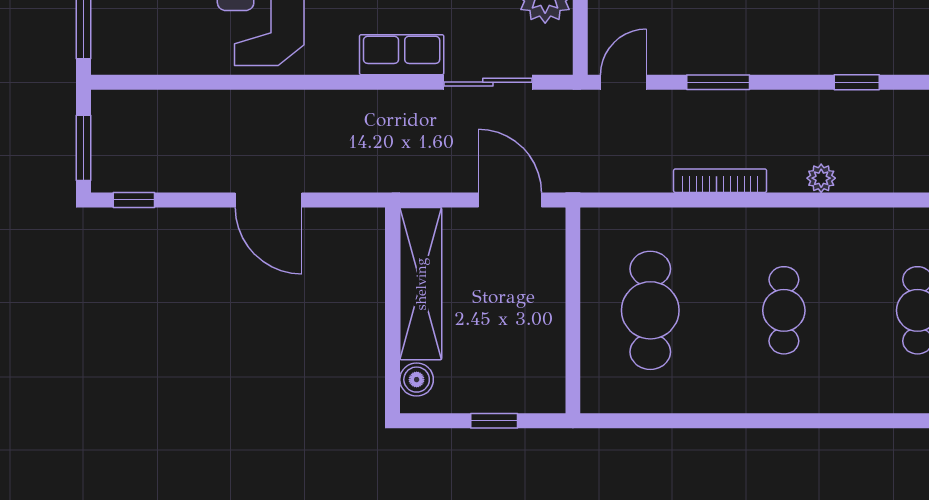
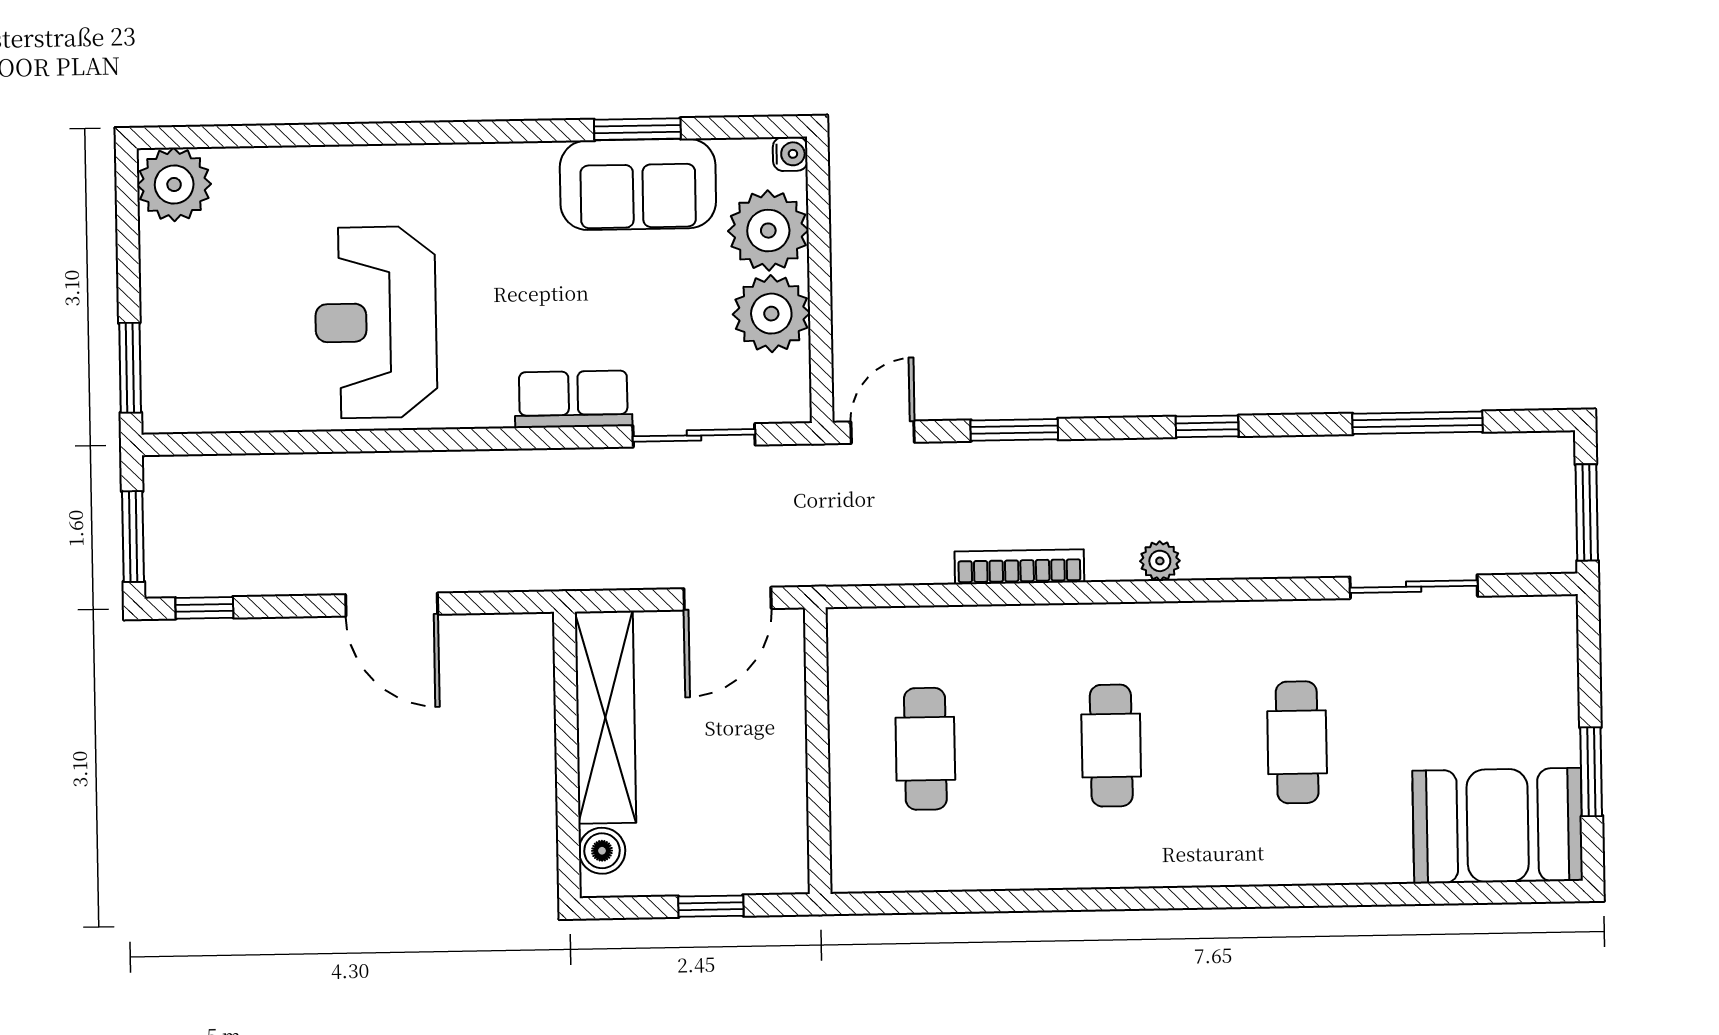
door: (510, 200) -> (728, 599), swing flipped
cafe table: (650, 310) -> (925, 749), width x0.73, depth x0.74

